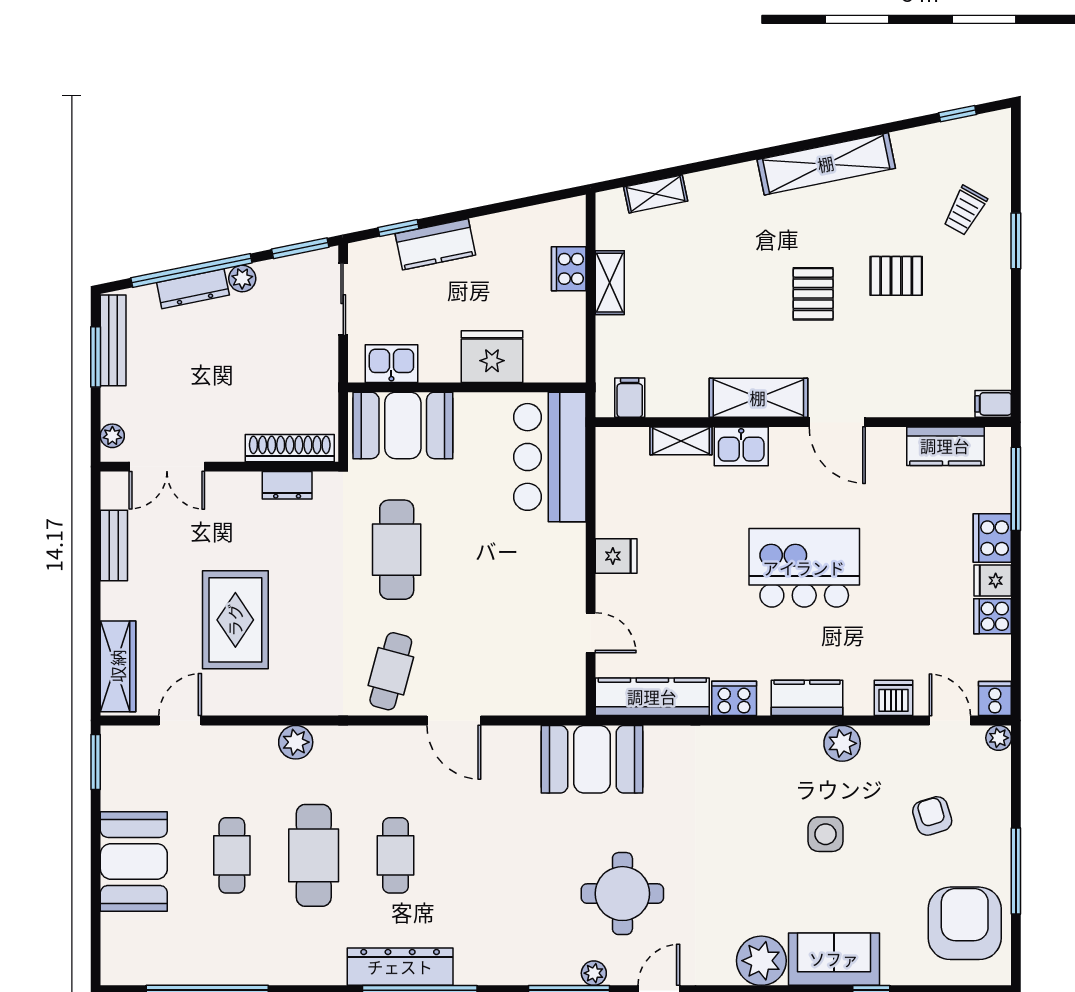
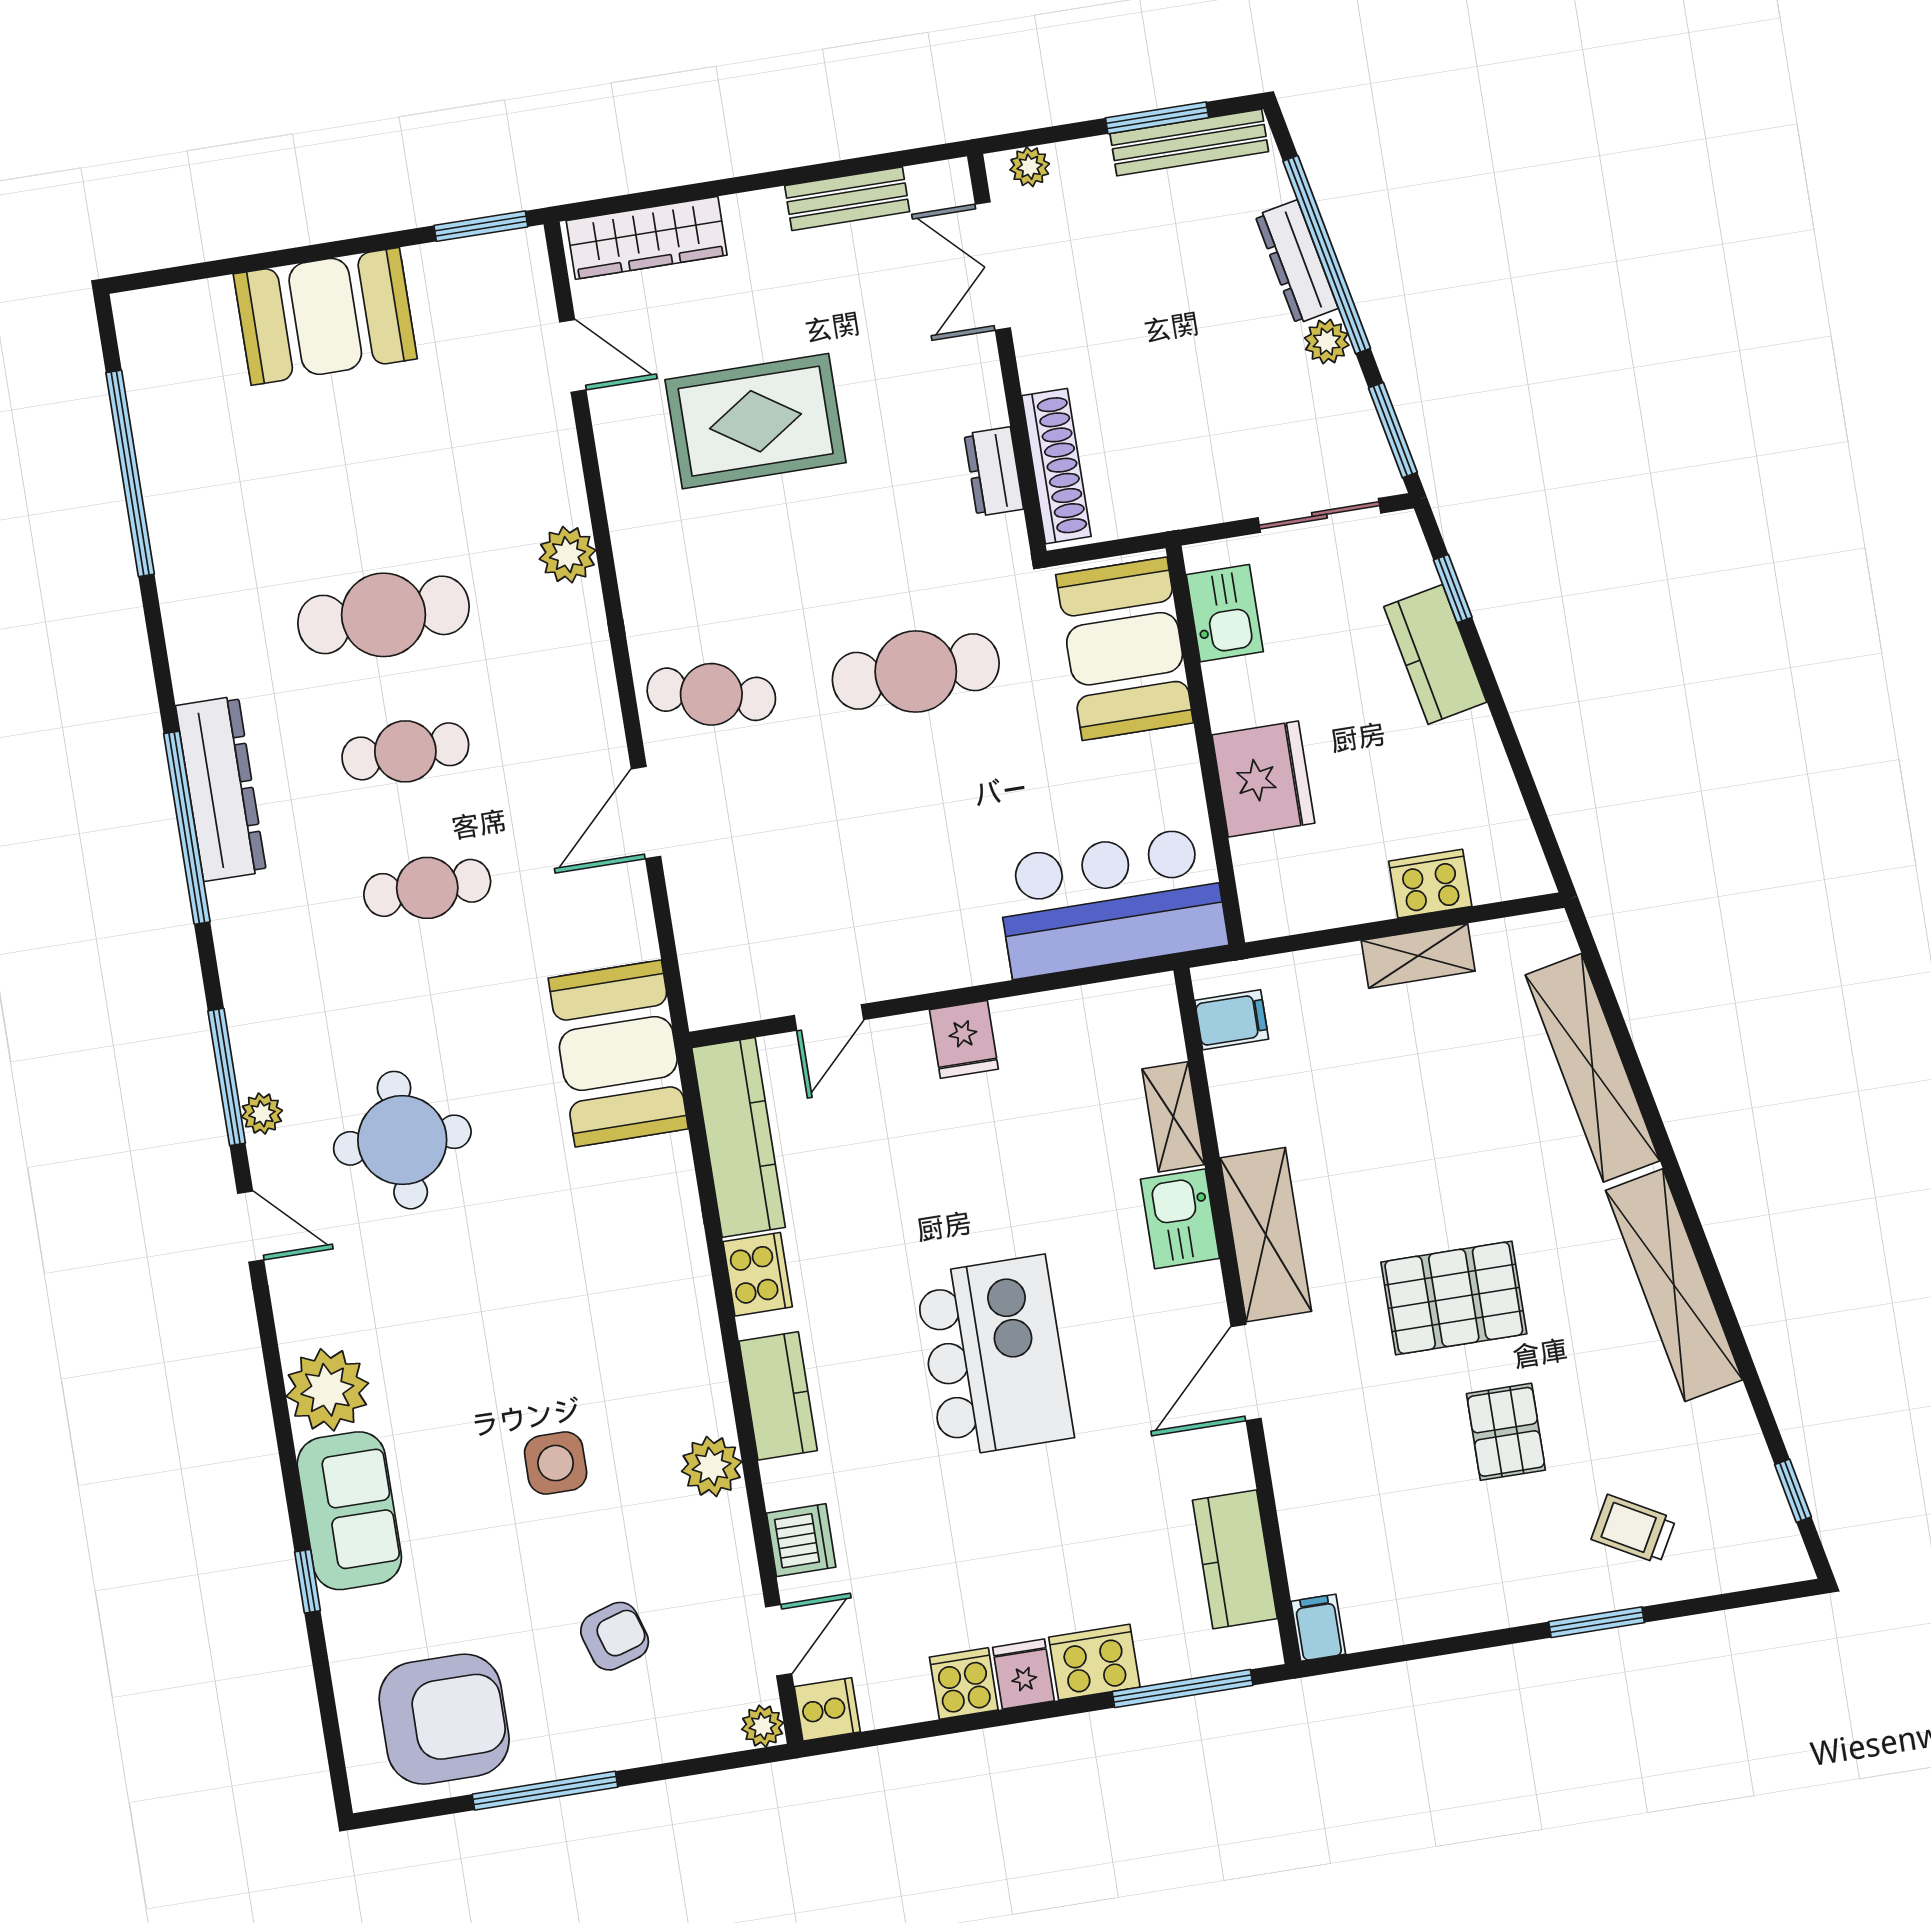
shelving: (656, 194) -> (1593, 1068), width x2.20, depth x1.33
pallet: (813, 294) -> (1454, 1298), width x1.50, depth x1.42
cafe table: (232, 855) -> (427, 888), moved

